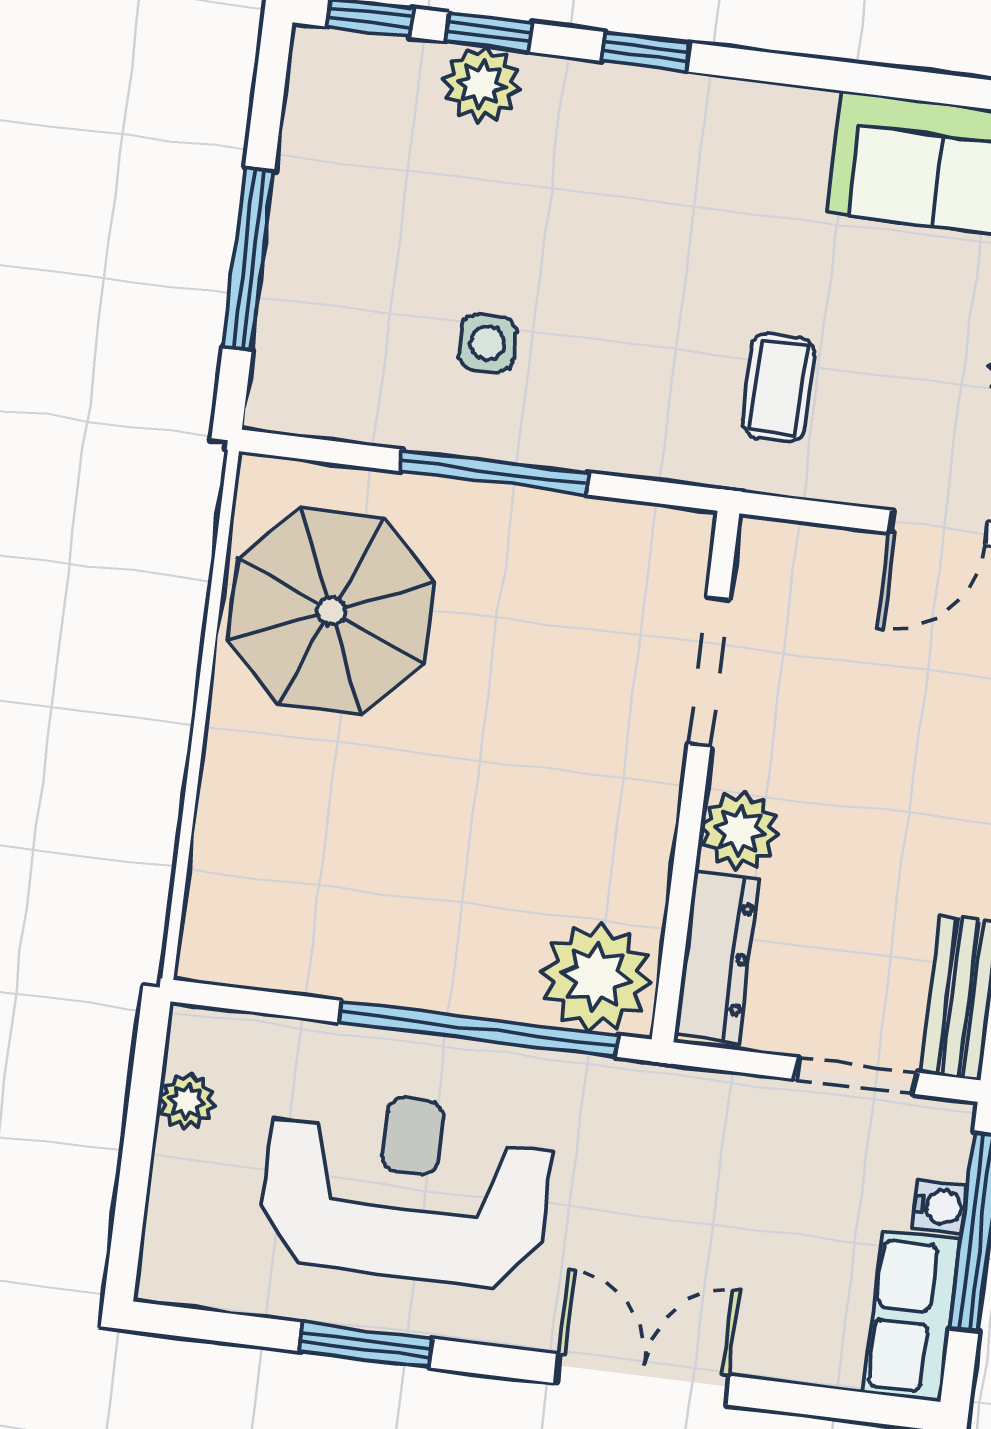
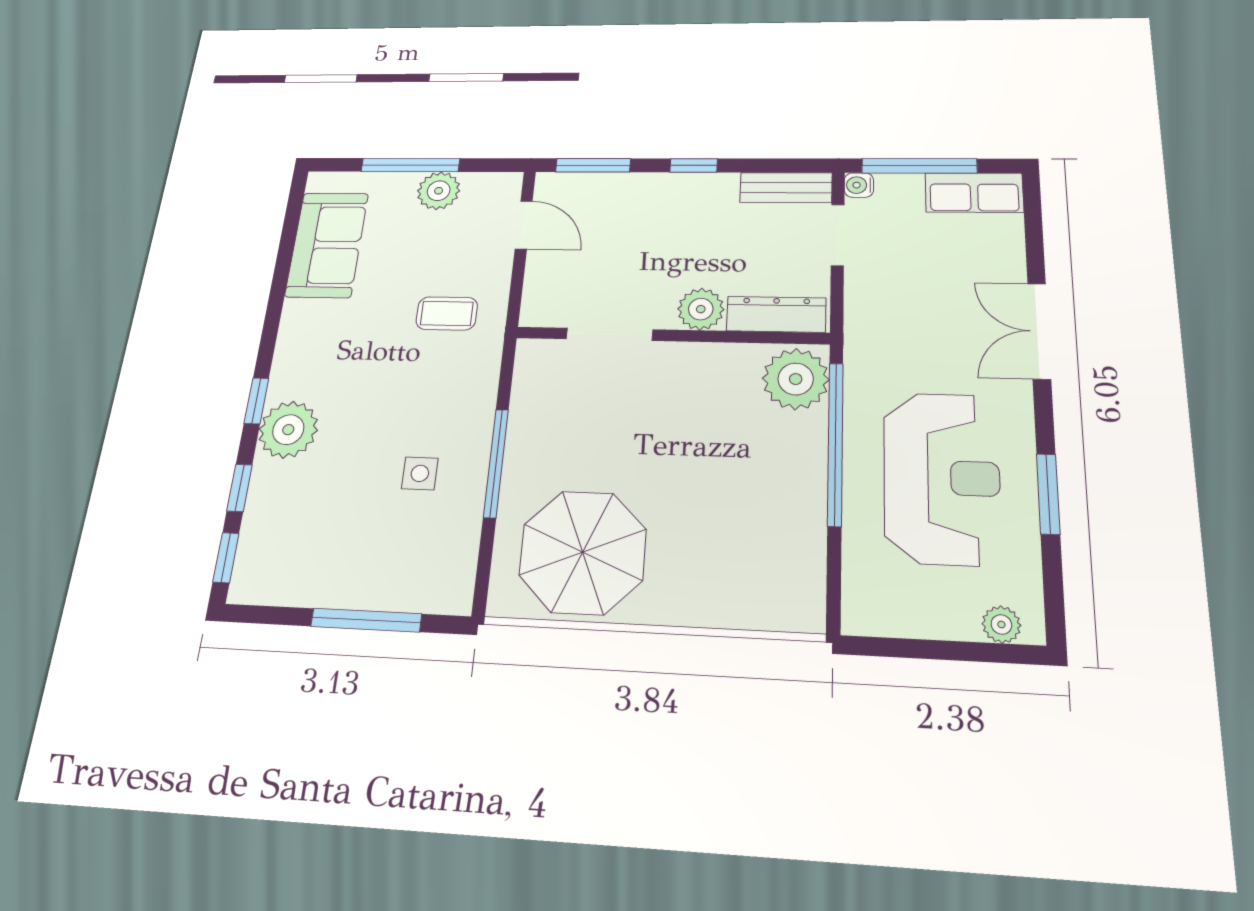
plant: (481, 85) -> (288, 430), moved, width x1.36, depth x1.36
plant: (187, 1101) -> (1001, 625), moved
reception desk: (406, 1187) -> (942, 478), turned 180
water cooler: (940, 1207) -> (859, 185), moved, turned -90

